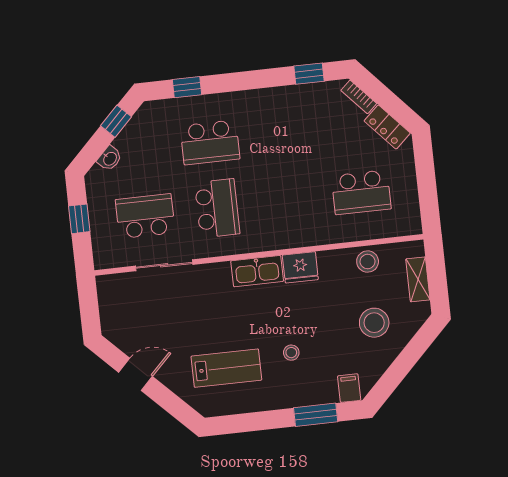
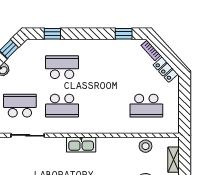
school desk: (210, 142) -> (62, 67), turned 180
school desk: (217, 208) -> (62, 106), turned 90
fridge: (300, 267) -> (106, 145), removed

